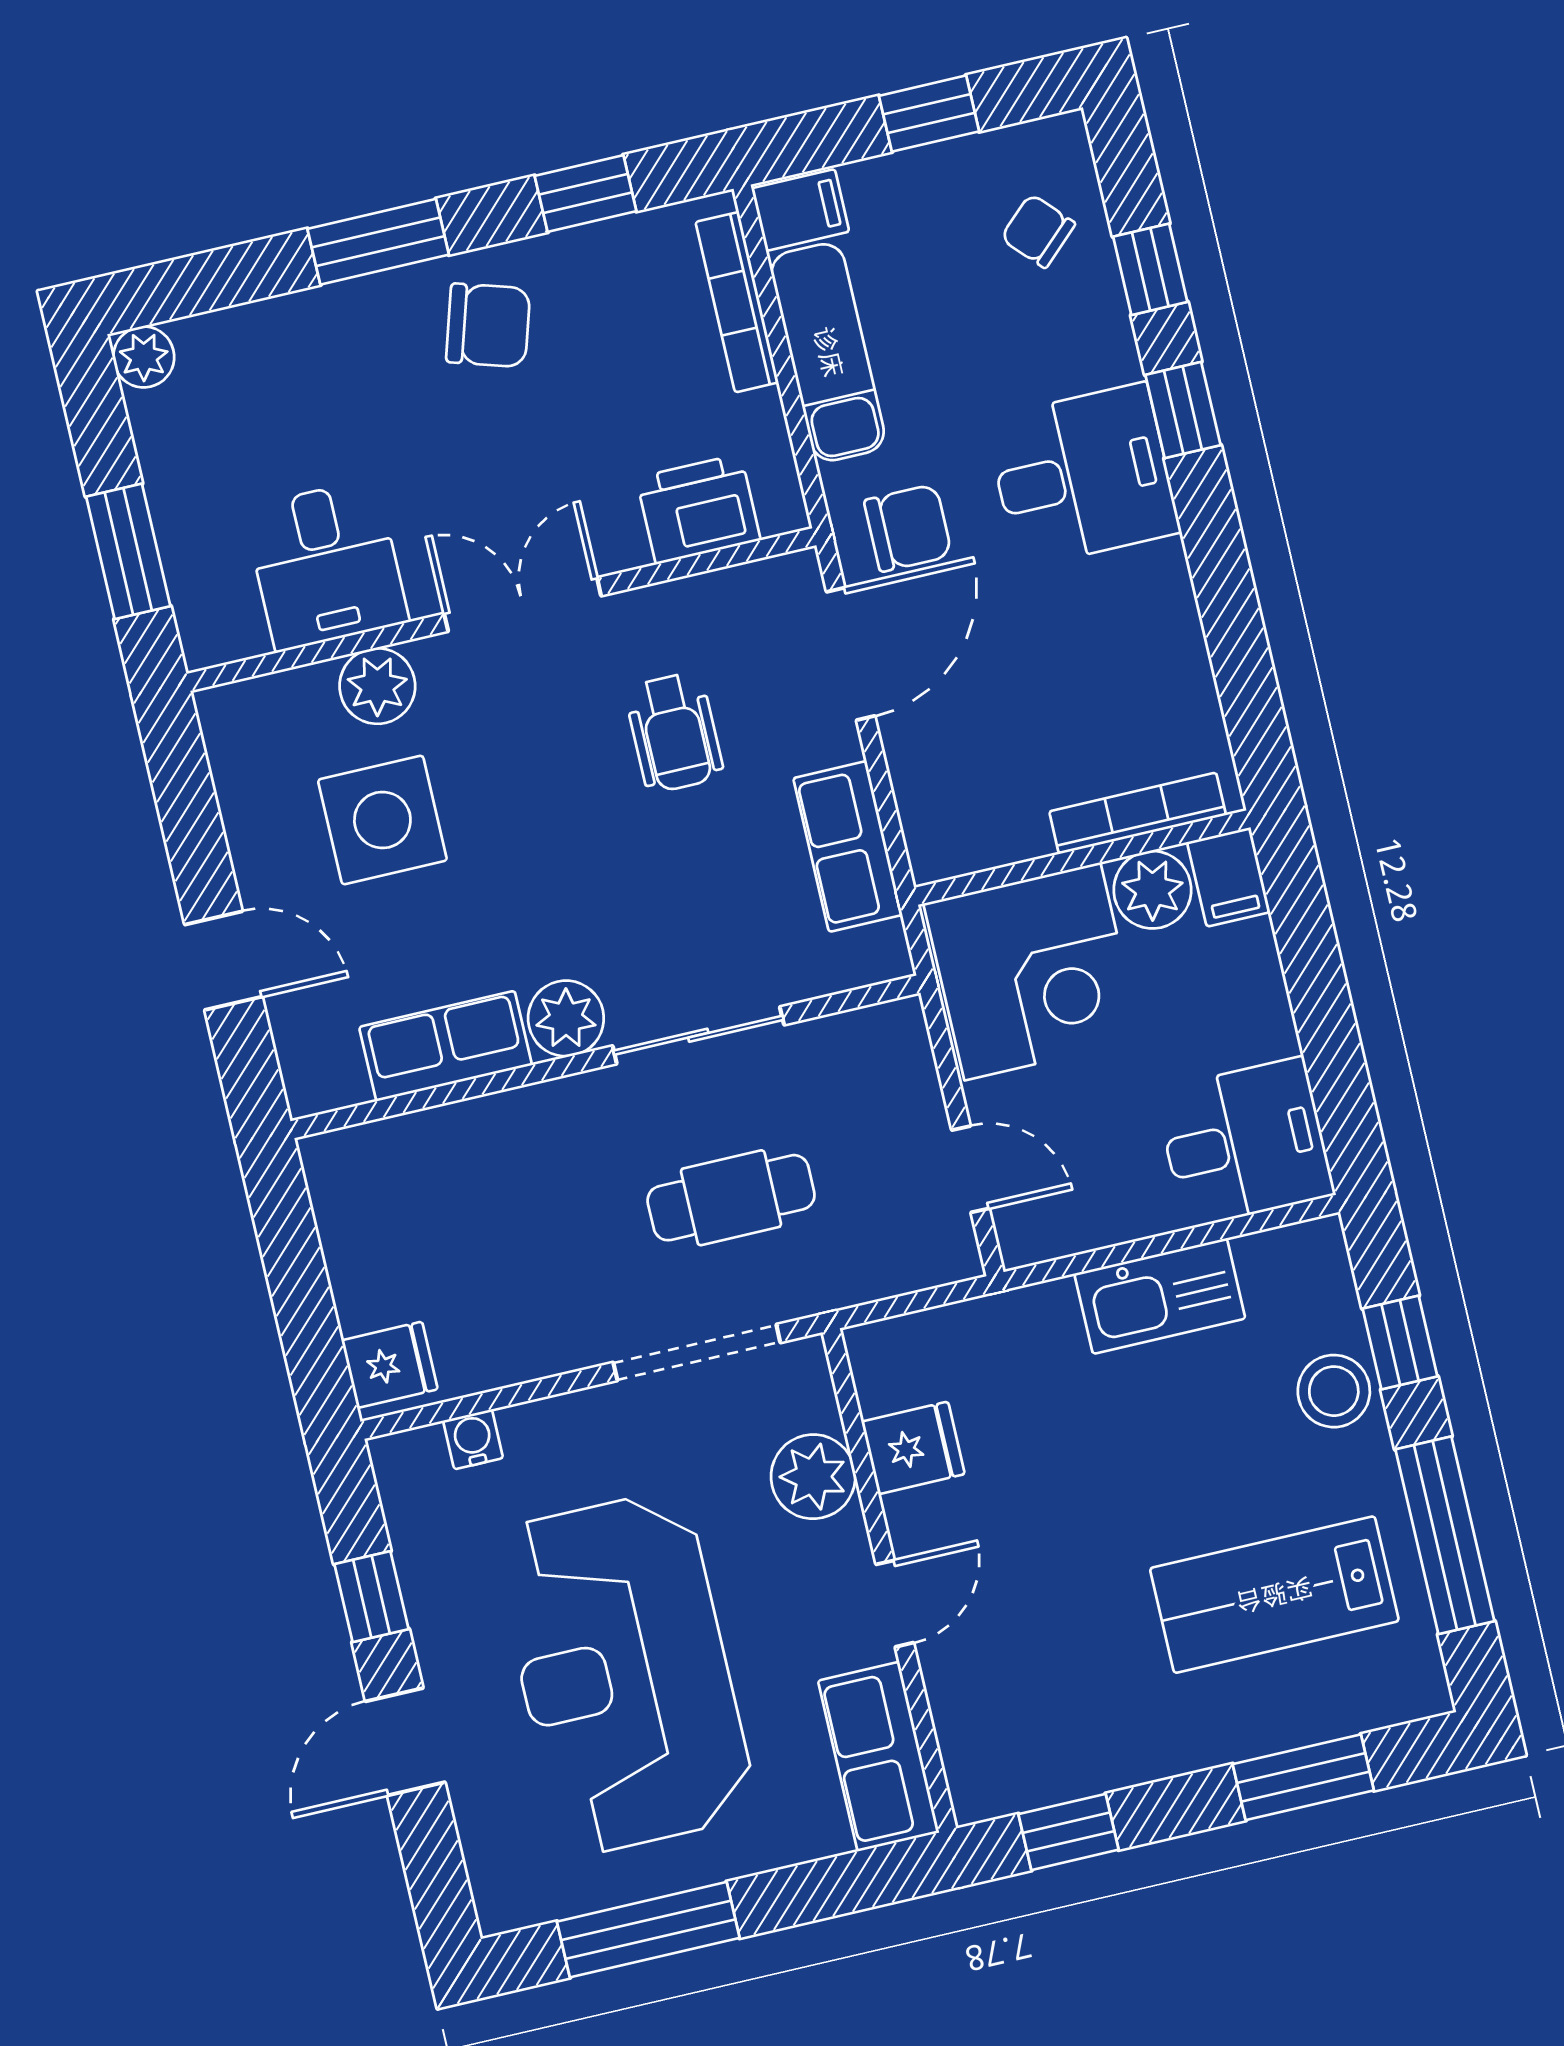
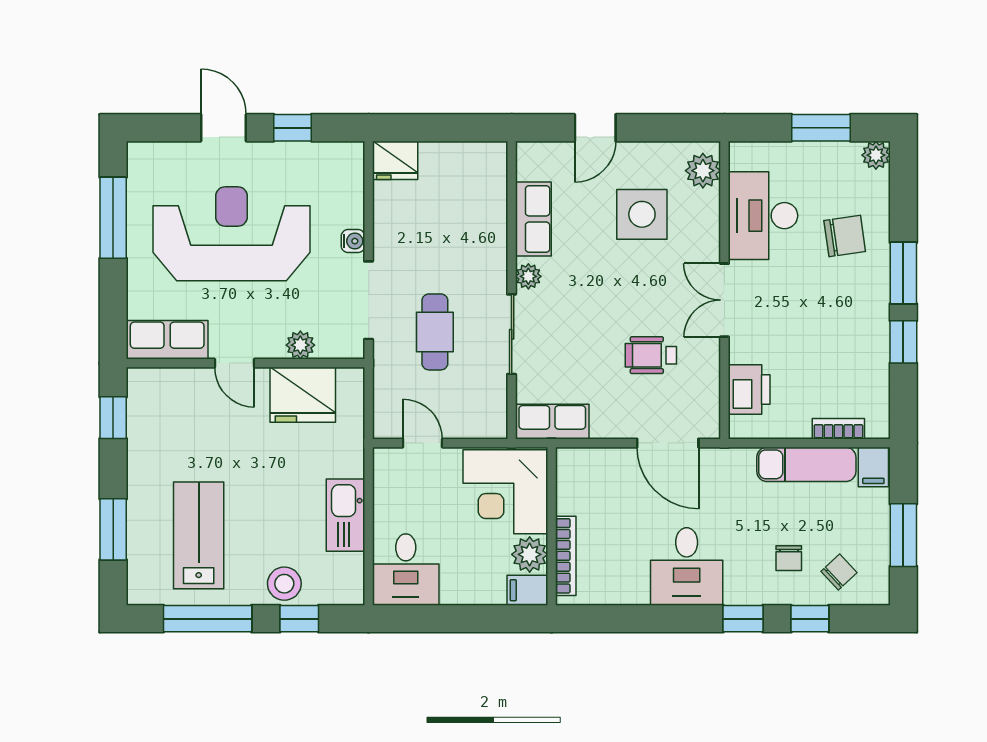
window: (929, 114) -> (903, 535), width x1.50
window: (585, 194) -> (903, 342), moved
bookcase: (737, 302) -> (838, 429), width x0.64
chair: (488, 325) -> (845, 236), moved, turned -115
desk: (1083, 476) -> (687, 566), moved
chair: (908, 528) -> (789, 558), moved, width x0.73, depth x0.73
window: (128, 551) -> (821, 128), moved
desk: (326, 565) -> (763, 216), width x1.37
double door: (523, 605) -> (724, 300), swing flipped
plant: (377, 686) -> (703, 171), moved
row of seats: (848, 847) -> (552, 422), moved
plant: (566, 1018) -> (528, 276), width x0.73, depth x0.73
door: (971, 1169) -> (423, 443), swing flipped
fridge: (390, 1365) -> (395, 160), width x1.38
water cooler: (473, 1439) -> (353, 241), moved
fridge: (913, 1448) -> (303, 395), width x1.88, depth x1.34
plant: (813, 1477) -> (300, 345), width x0.73, depth x0.73

